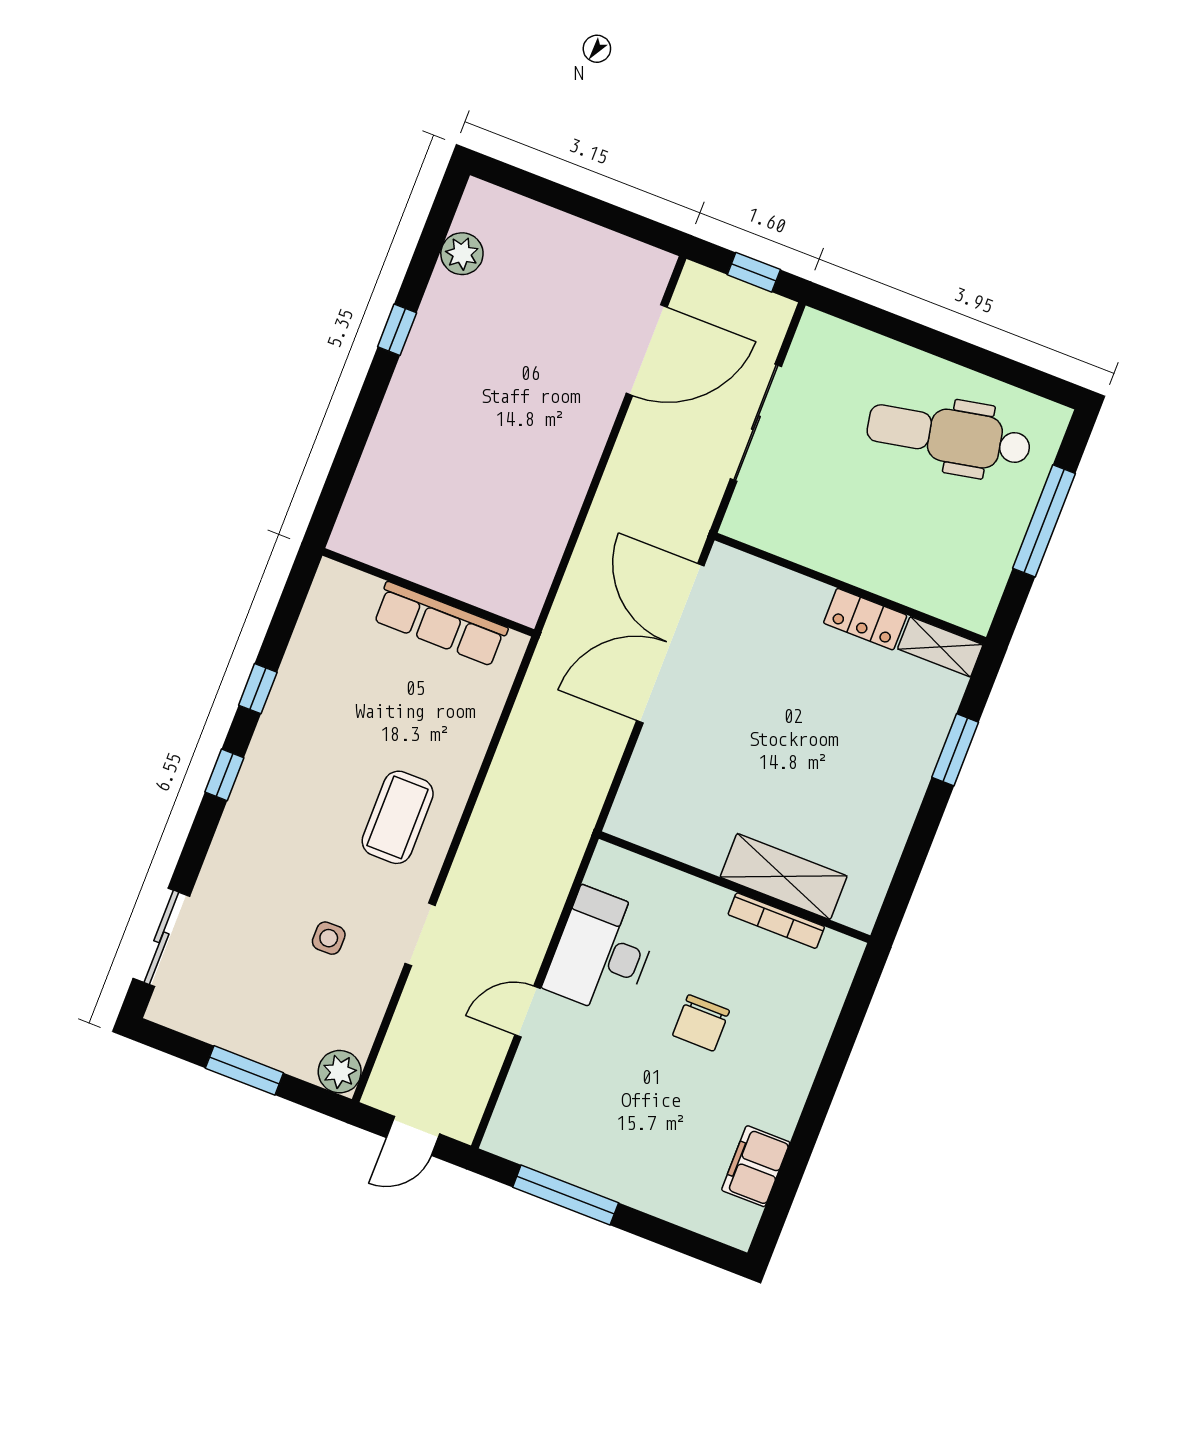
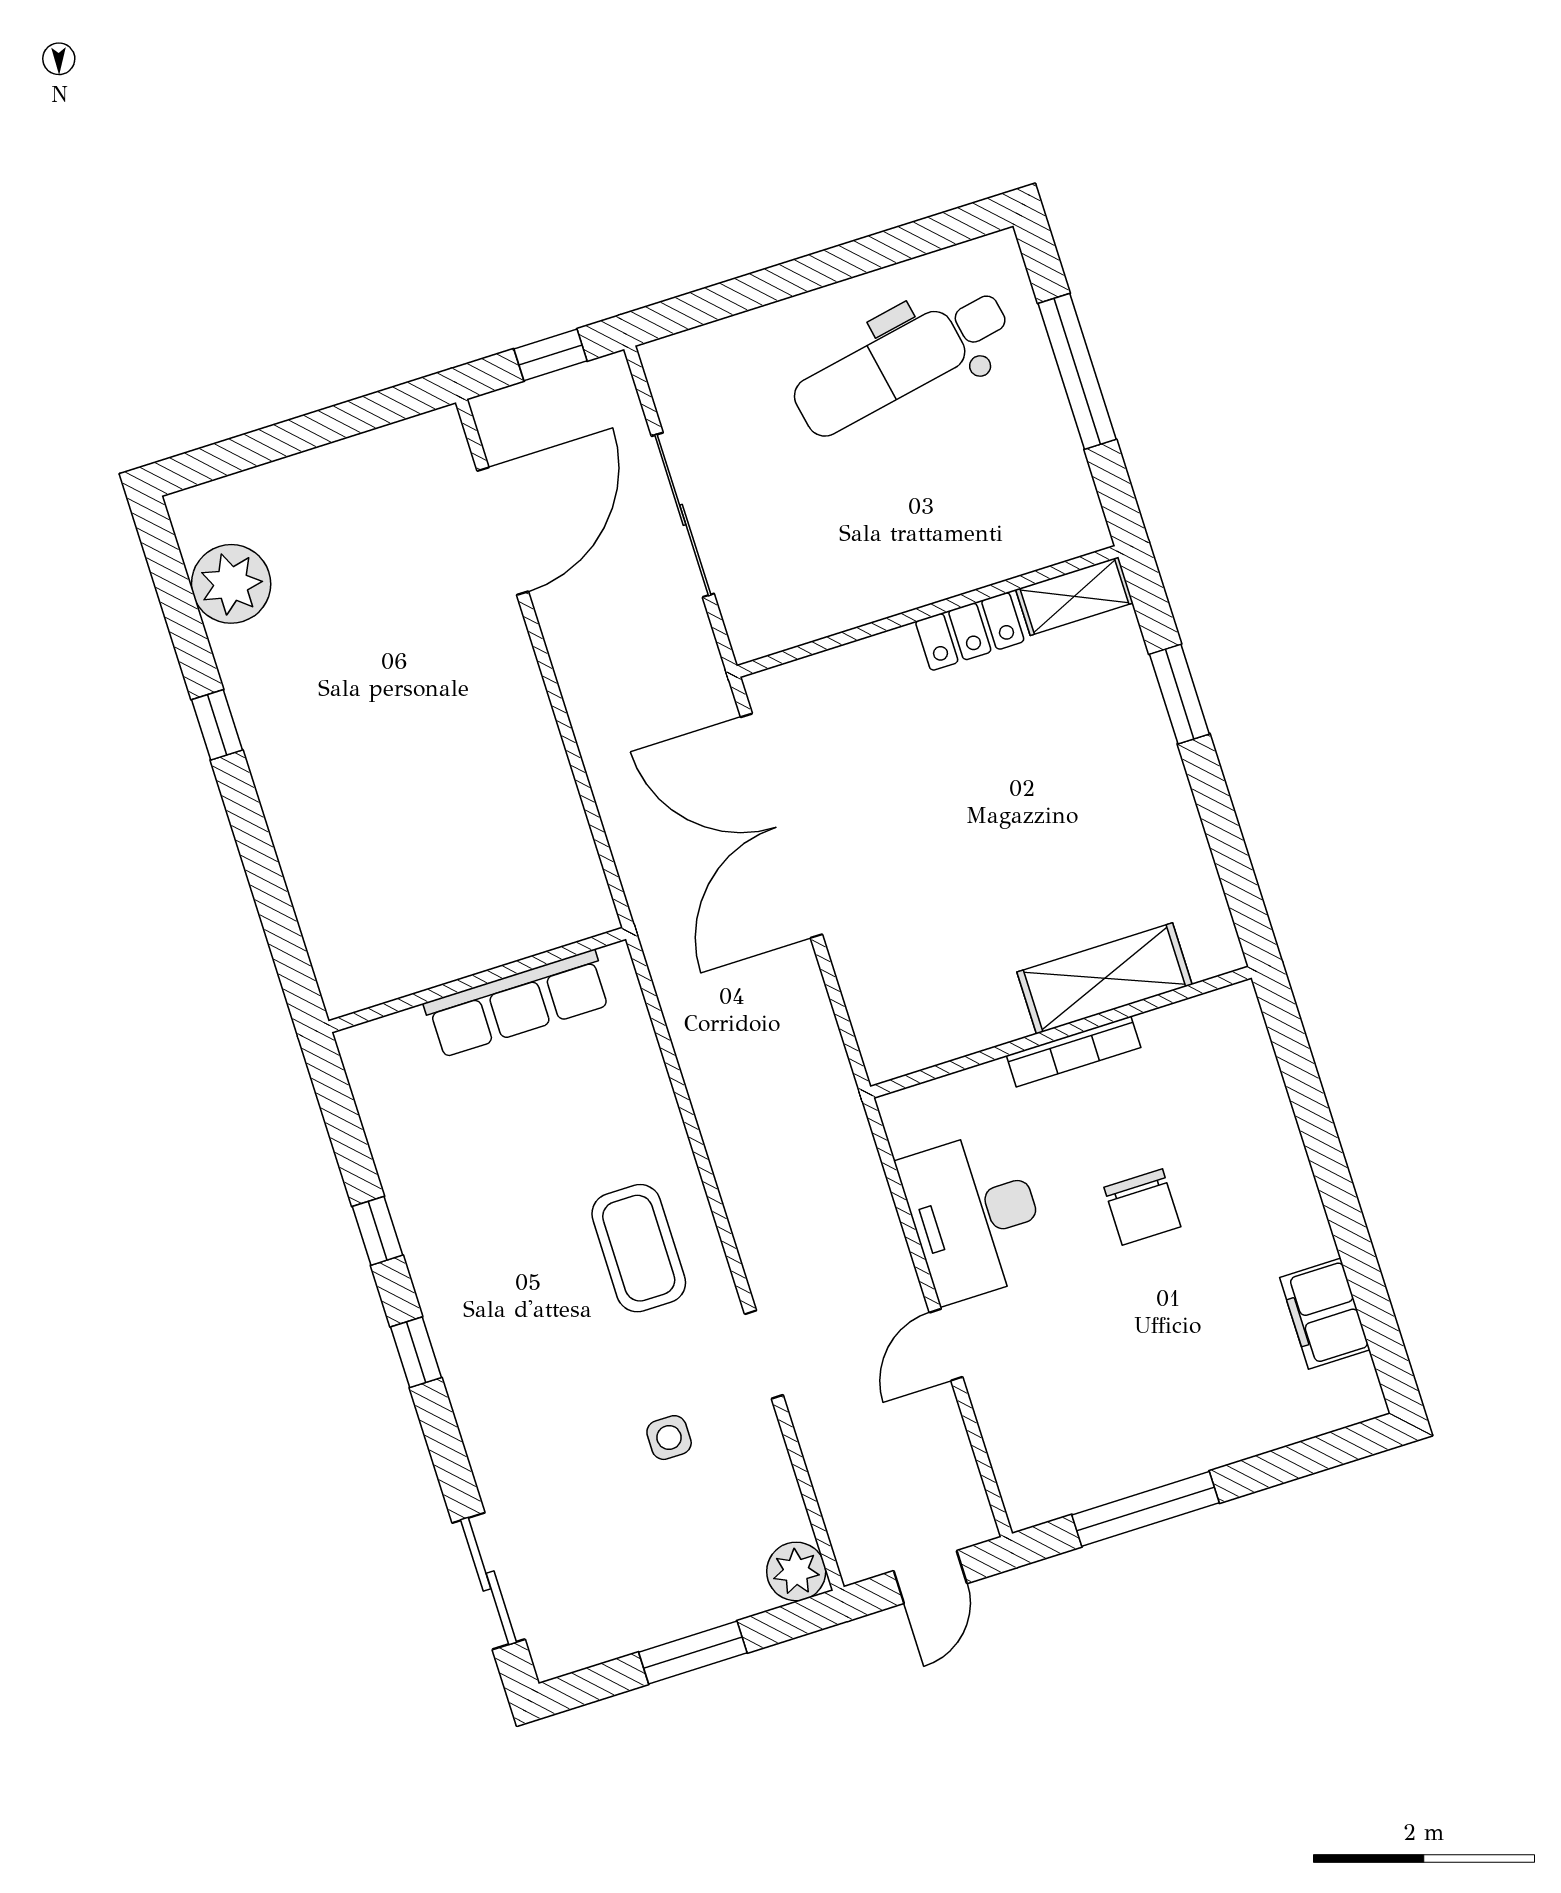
plant: (462, 254) -> (231, 584), width x1.36, depth x1.36
bookcase: (776, 921) -> (1074, 1052), moved

